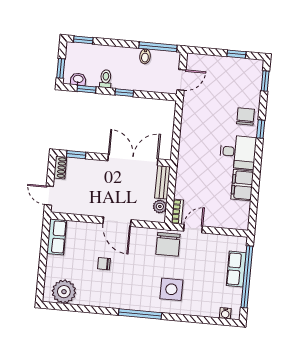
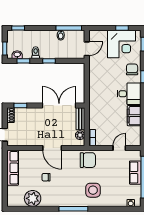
corner desk: (234, 78) -> (122, 44), added
door: (193, 229) -> (119, 148), moved
row of seats: (57, 237) -> (13, 168), width x1.48
chair: (168, 244) -> (88, 160), turned -90
plant: (64, 292) -> (33, 198), moved

